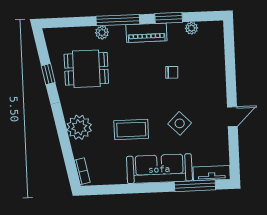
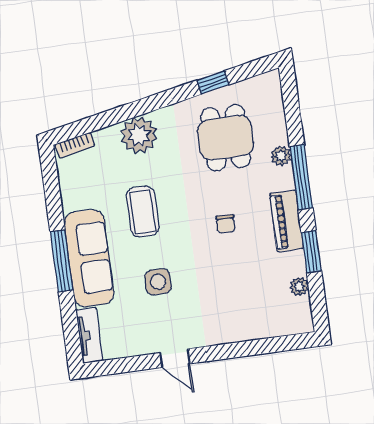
chair: (172, 72) -> (226, 224), moved
side table: (180, 123) -> (158, 282), turned 45
window: (195, 186) -> (62, 261), moved

